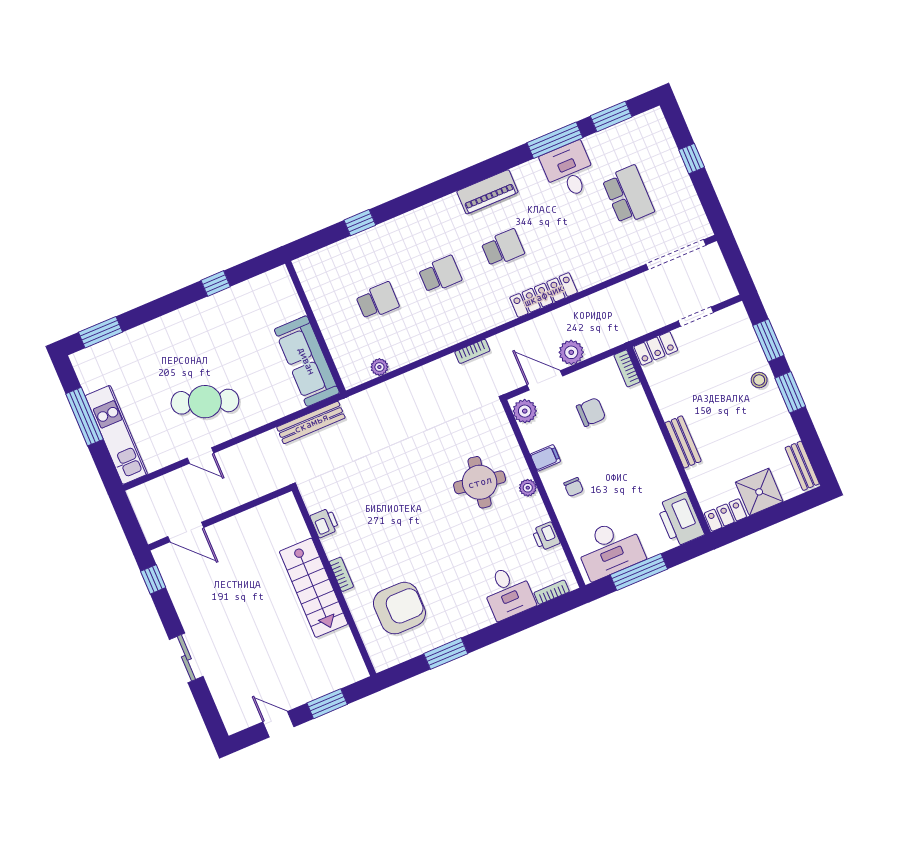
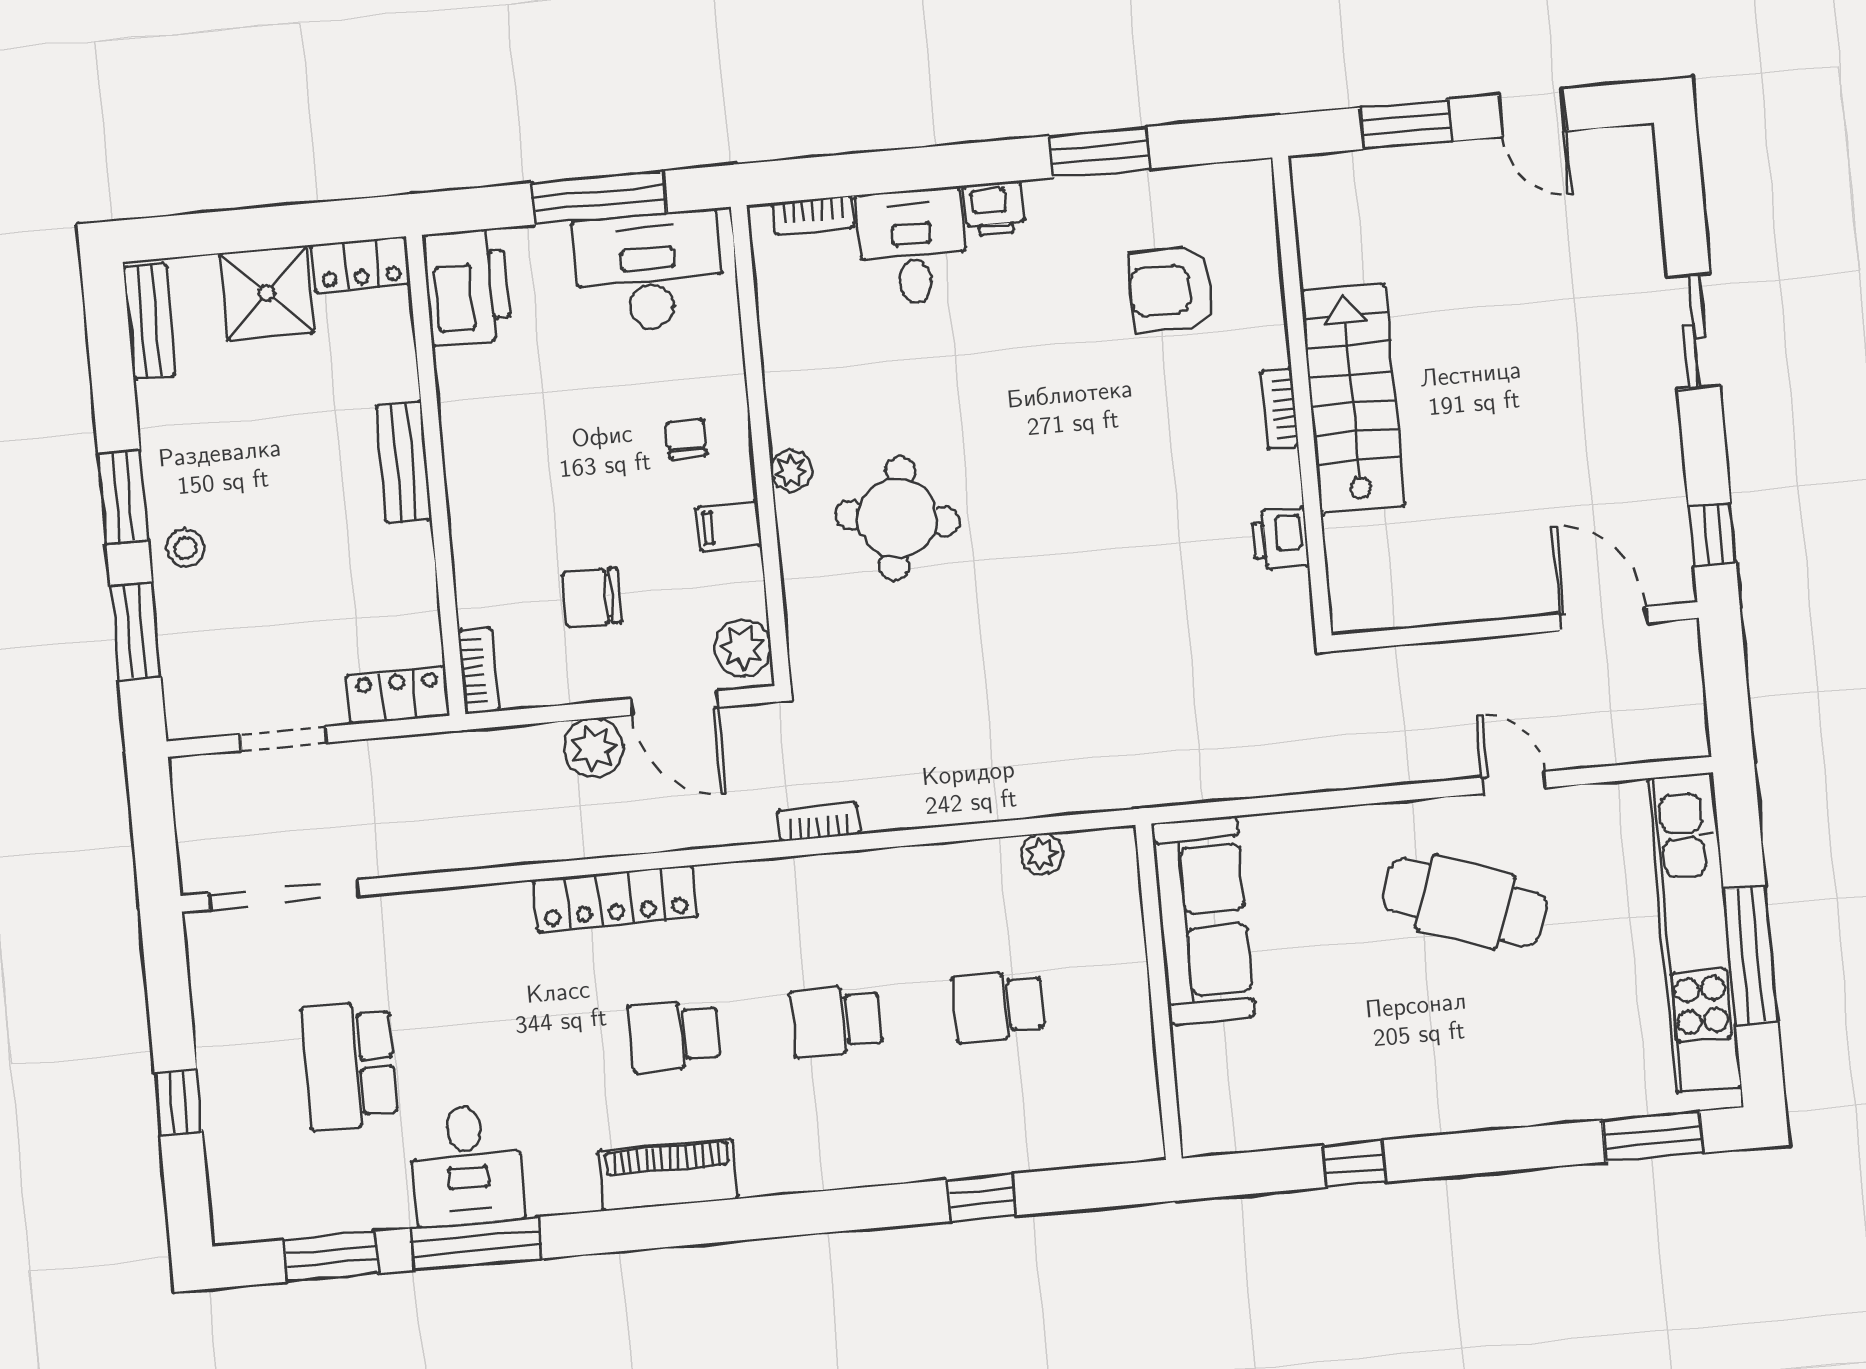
bench: (311, 423) -> (1238, 777), removed
kitchen unit: (116, 435) -> (1695, 933), width x1.36
printer: (546, 536) -> (994, 209), moved, turned 90
armchair: (399, 608) -> (1172, 290), width x0.73, depth x0.73

